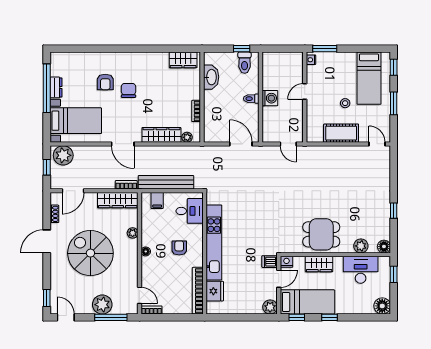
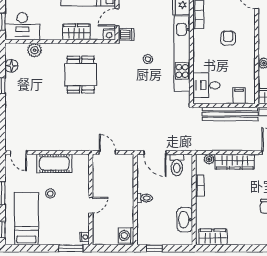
toilet: (245, 63) -> (177, 165), moved, turned 180
washing machine: (270, 98) -> (126, 235), moved
dining table: (321, 234) -> (81, 75), moved, turned 90
stool: (248, 237) -> (148, 59), added
floor lamp: (384, 247) -> (11, 66), moved
armchair: (179, 248) -> (228, 38), moved, turned 180
floor lamp: (146, 251) -> (250, 45), removed
desk: (361, 270) -> (22, 26), moved

